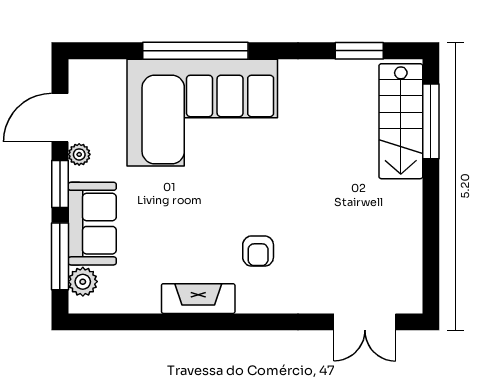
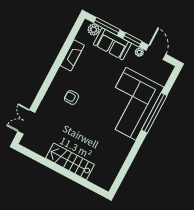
window: (359, 51) -> (124, 171), removed
stairs: (401, 121) -> (70, 161), moved
window: (431, 121) -> (85, 183), removed
fireplace: (198, 299) -> (72, 55), moved

